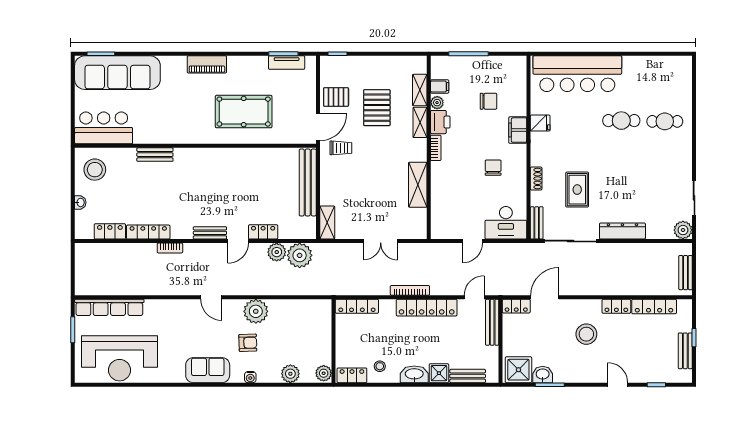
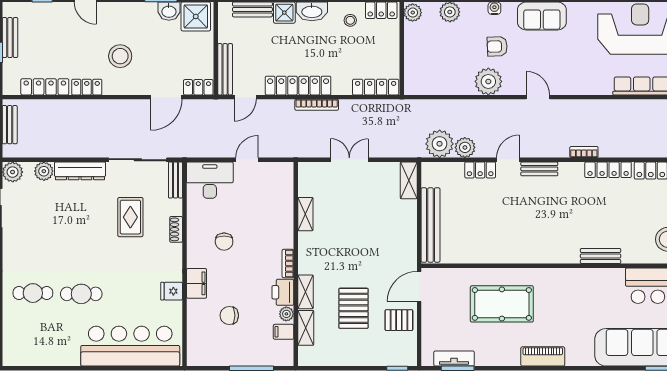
trolley: (341, 148) -> (394, 263), removed
shelving: (418, 185) -> (305, 214), width x0.67, depth x0.75
plant: (655, 231) -> (44, 171), added

